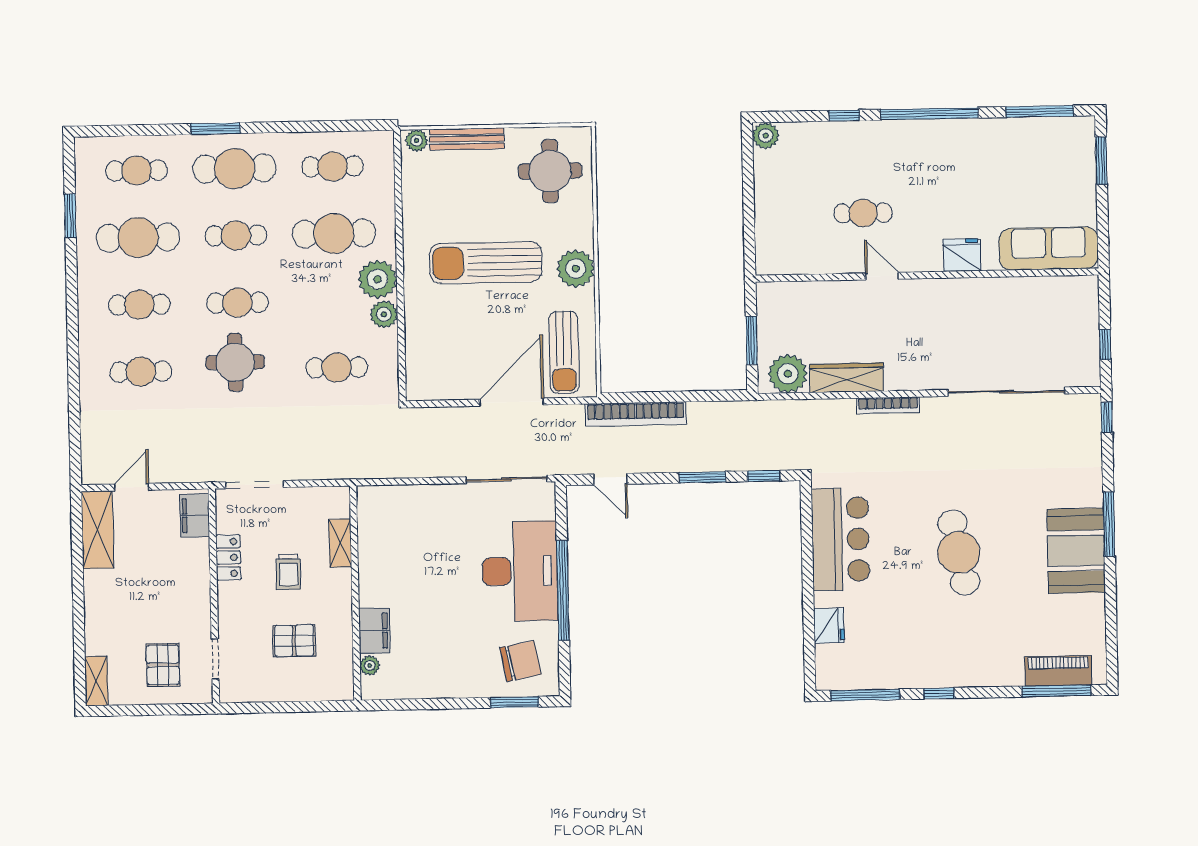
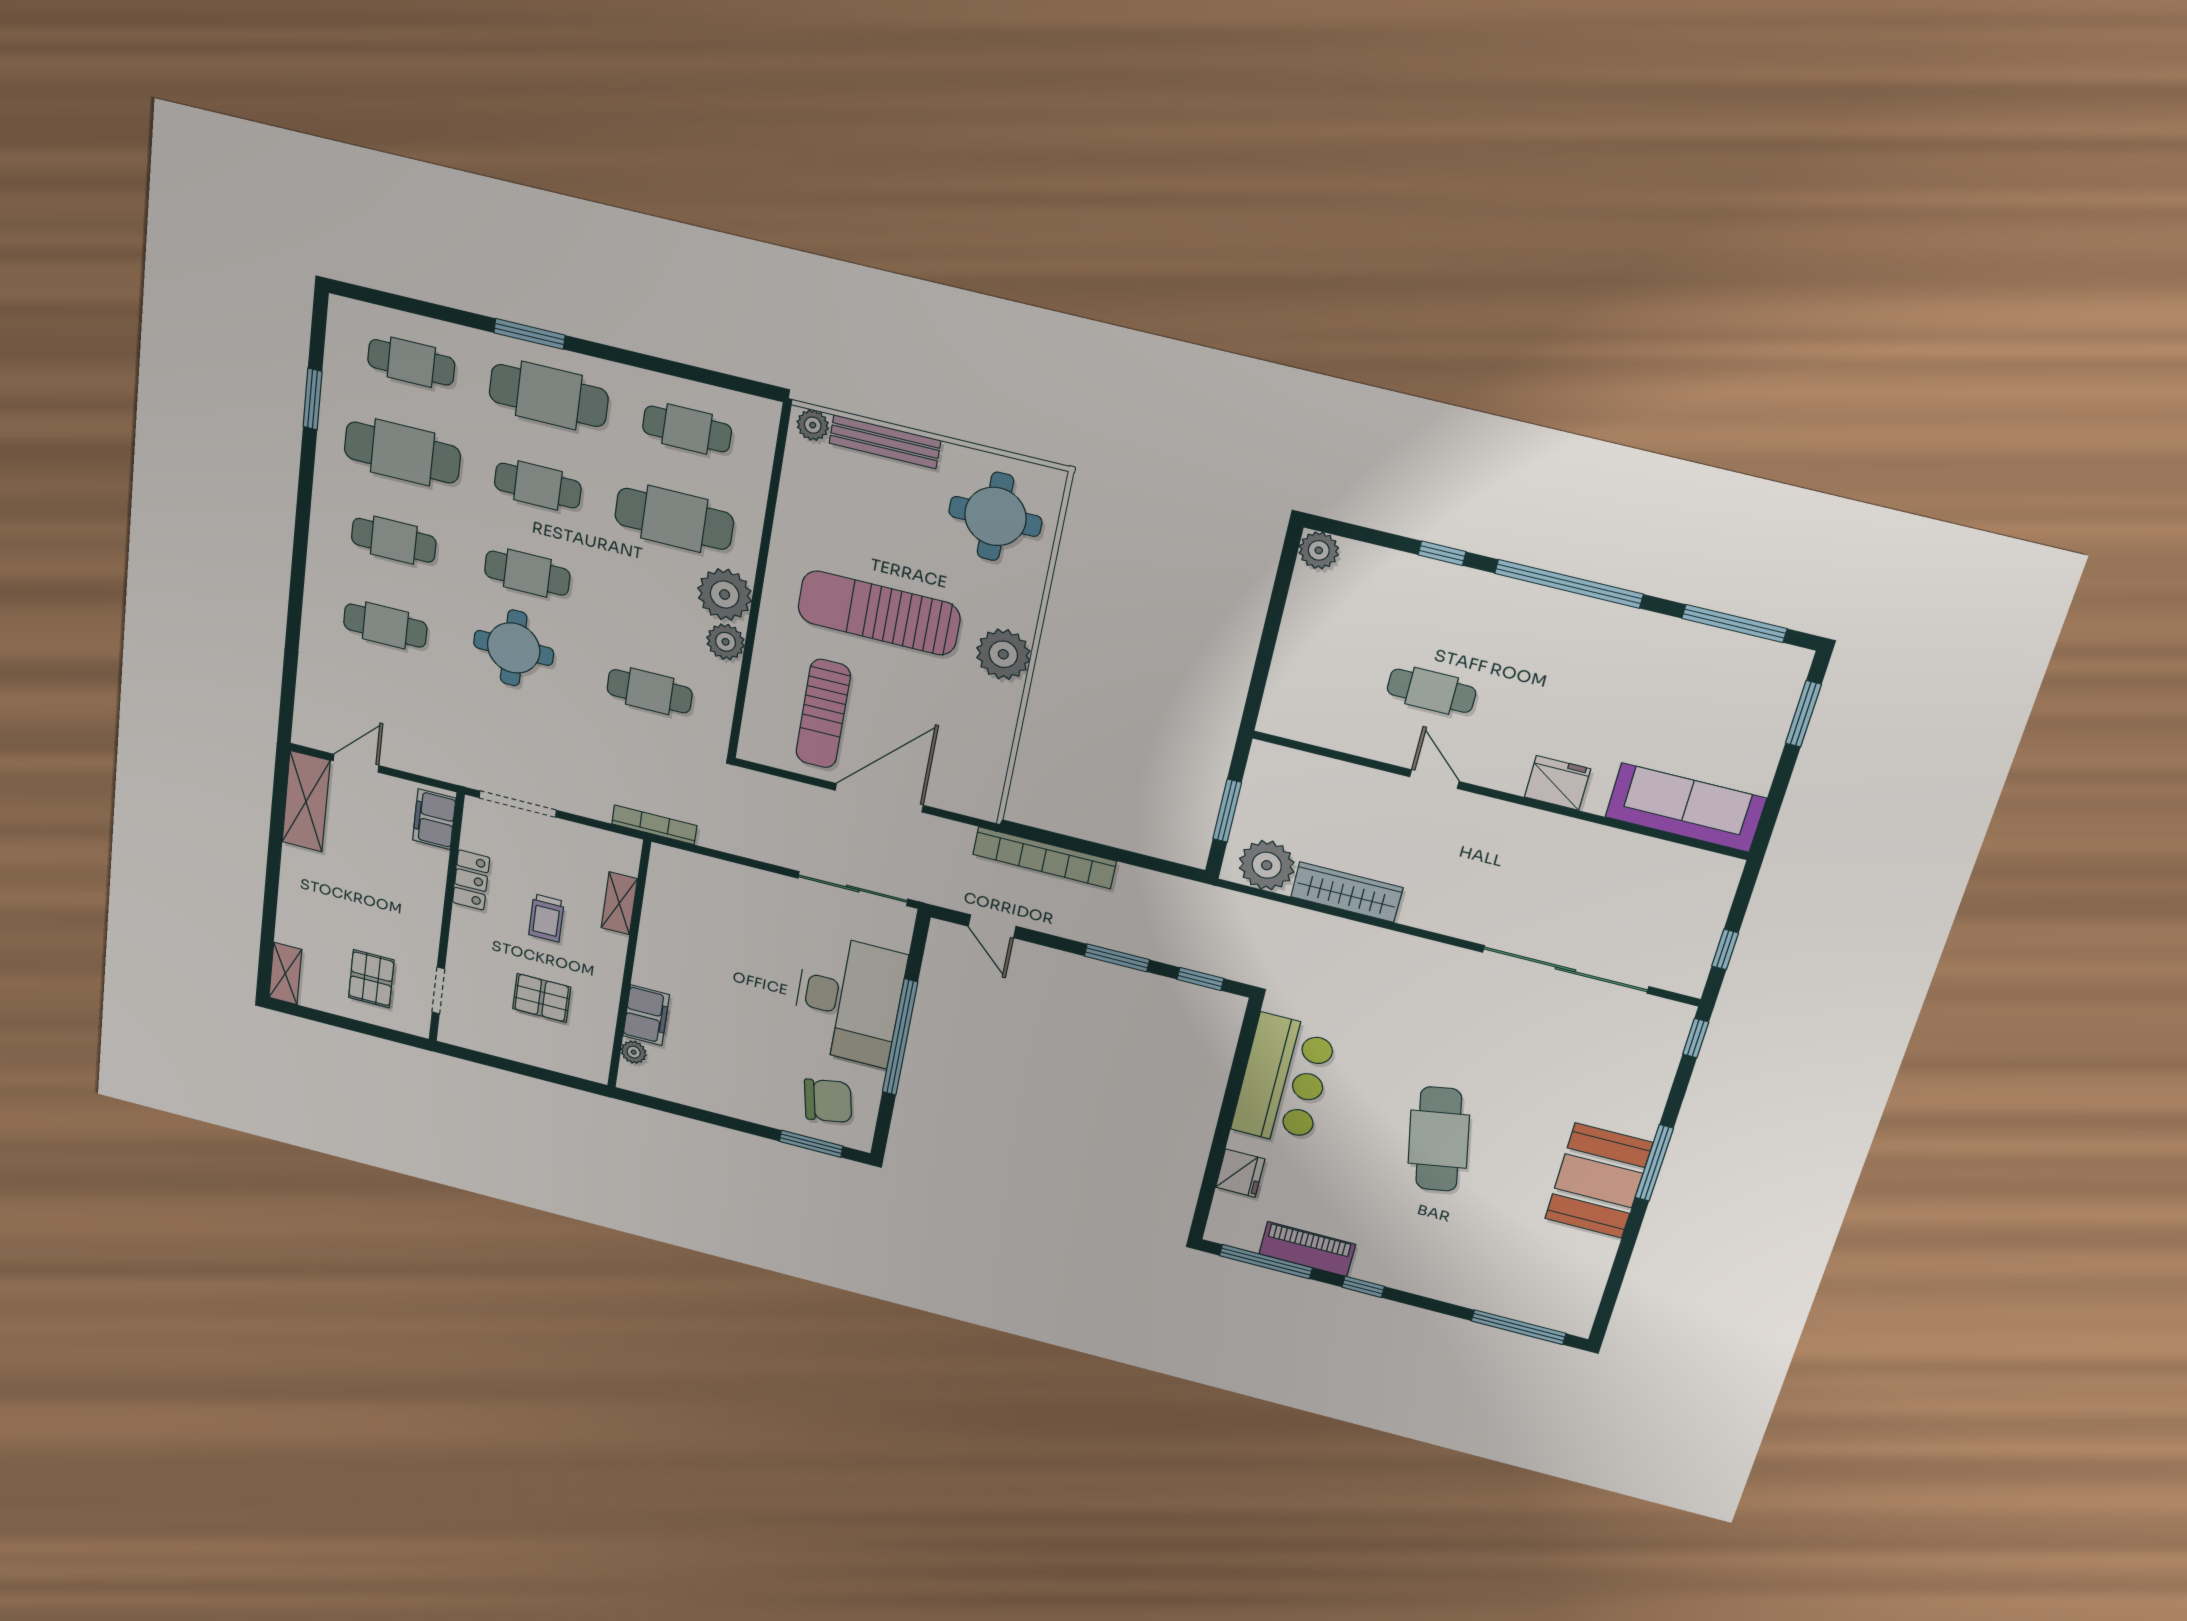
sun lounger: (564, 352) -> (823, 714), moved
bookcase: (888, 405) -> (654, 825), moved, turned 180
piano: (1058, 671) -> (1307, 1249), moved

